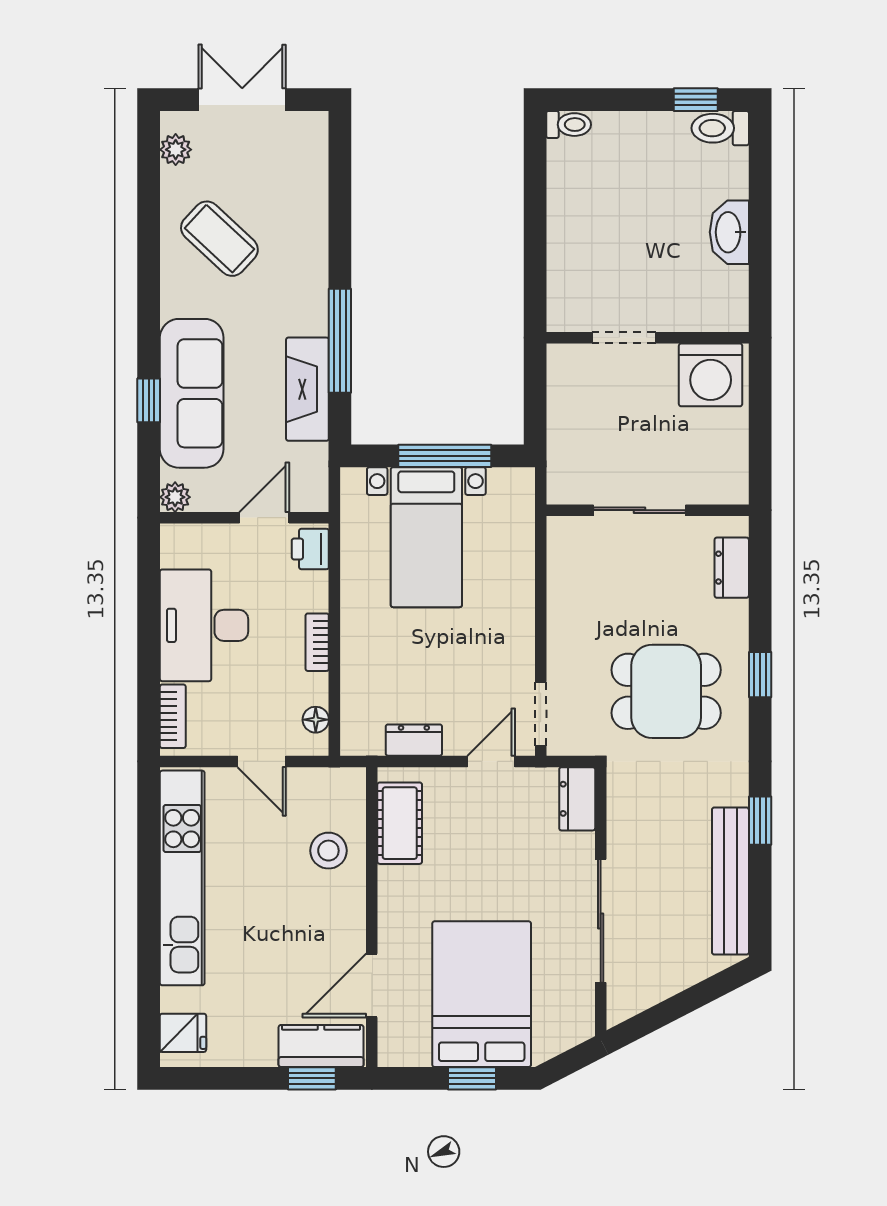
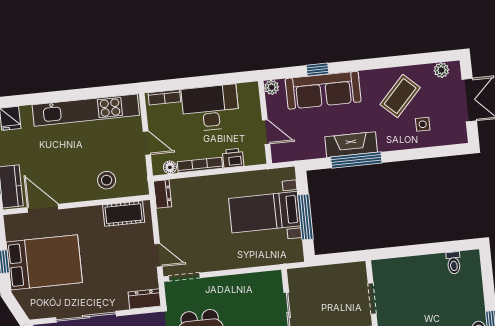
toilet: (569, 125) -> (454, 263), moved
side table: (281, 199) -> (423, 124), added
fireplace: (307, 389) -> (351, 145), moved
printer: (310, 549) -> (233, 158), moved
bookcase: (317, 642) -> (200, 165), width x1.56
dresser: (414, 740) -> (163, 194), moved
door: (262, 761) -> (147, 143), swing flipped

